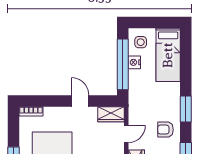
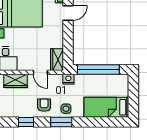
side table: (141, 42) -> (66, 109), moved
nightstand: (134, 62) -> (68, 79), moved
door: (80, 101) -> (68, 13), moved

